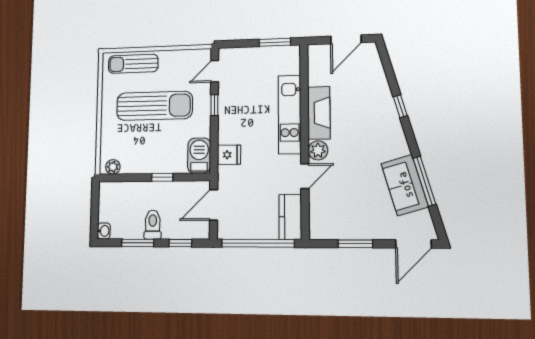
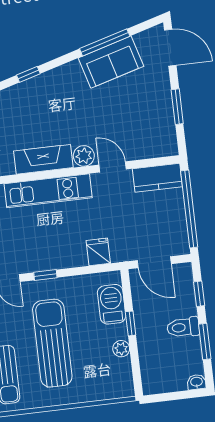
barbecue: (199, 156) -> (112, 304), moved, turned 90
plant: (113, 167) -> (121, 349), moved

